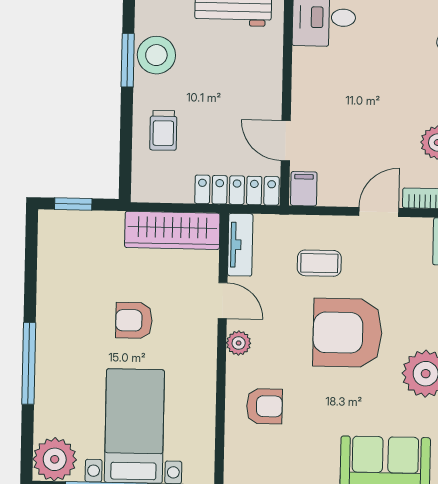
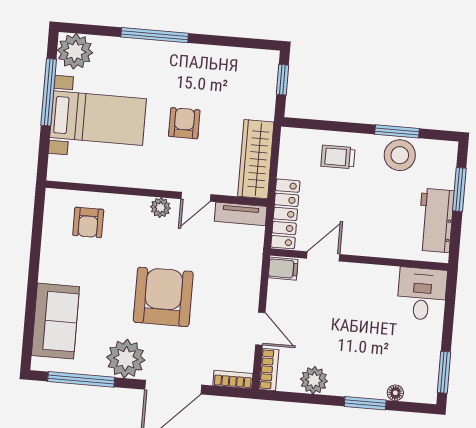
coffee table: (319, 263) -> (222, 277), removed
armchair: (264, 406) -> (88, 222), moved

